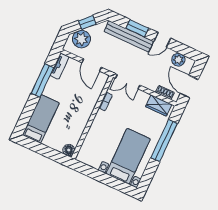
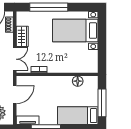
wardrobe: (159, 105) -> (22, 36), moved
window: (42, 149) -> (102, 103), added
floor lamp: (69, 150) -> (78, 81), moved

